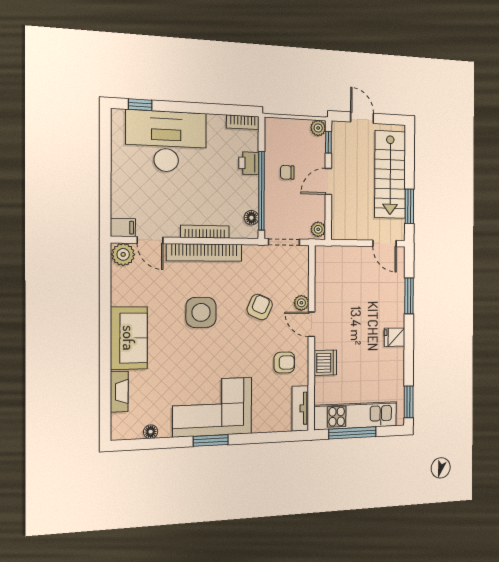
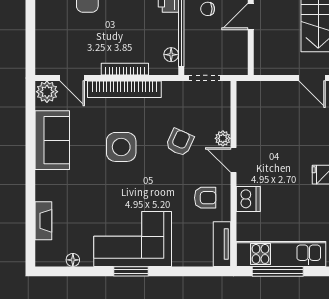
filing cabinet: (123, 228) -> (47, 66), removed
plant: (318, 229) -> (240, 65), removed
sofa: (129, 338) -> (52, 140), moved

